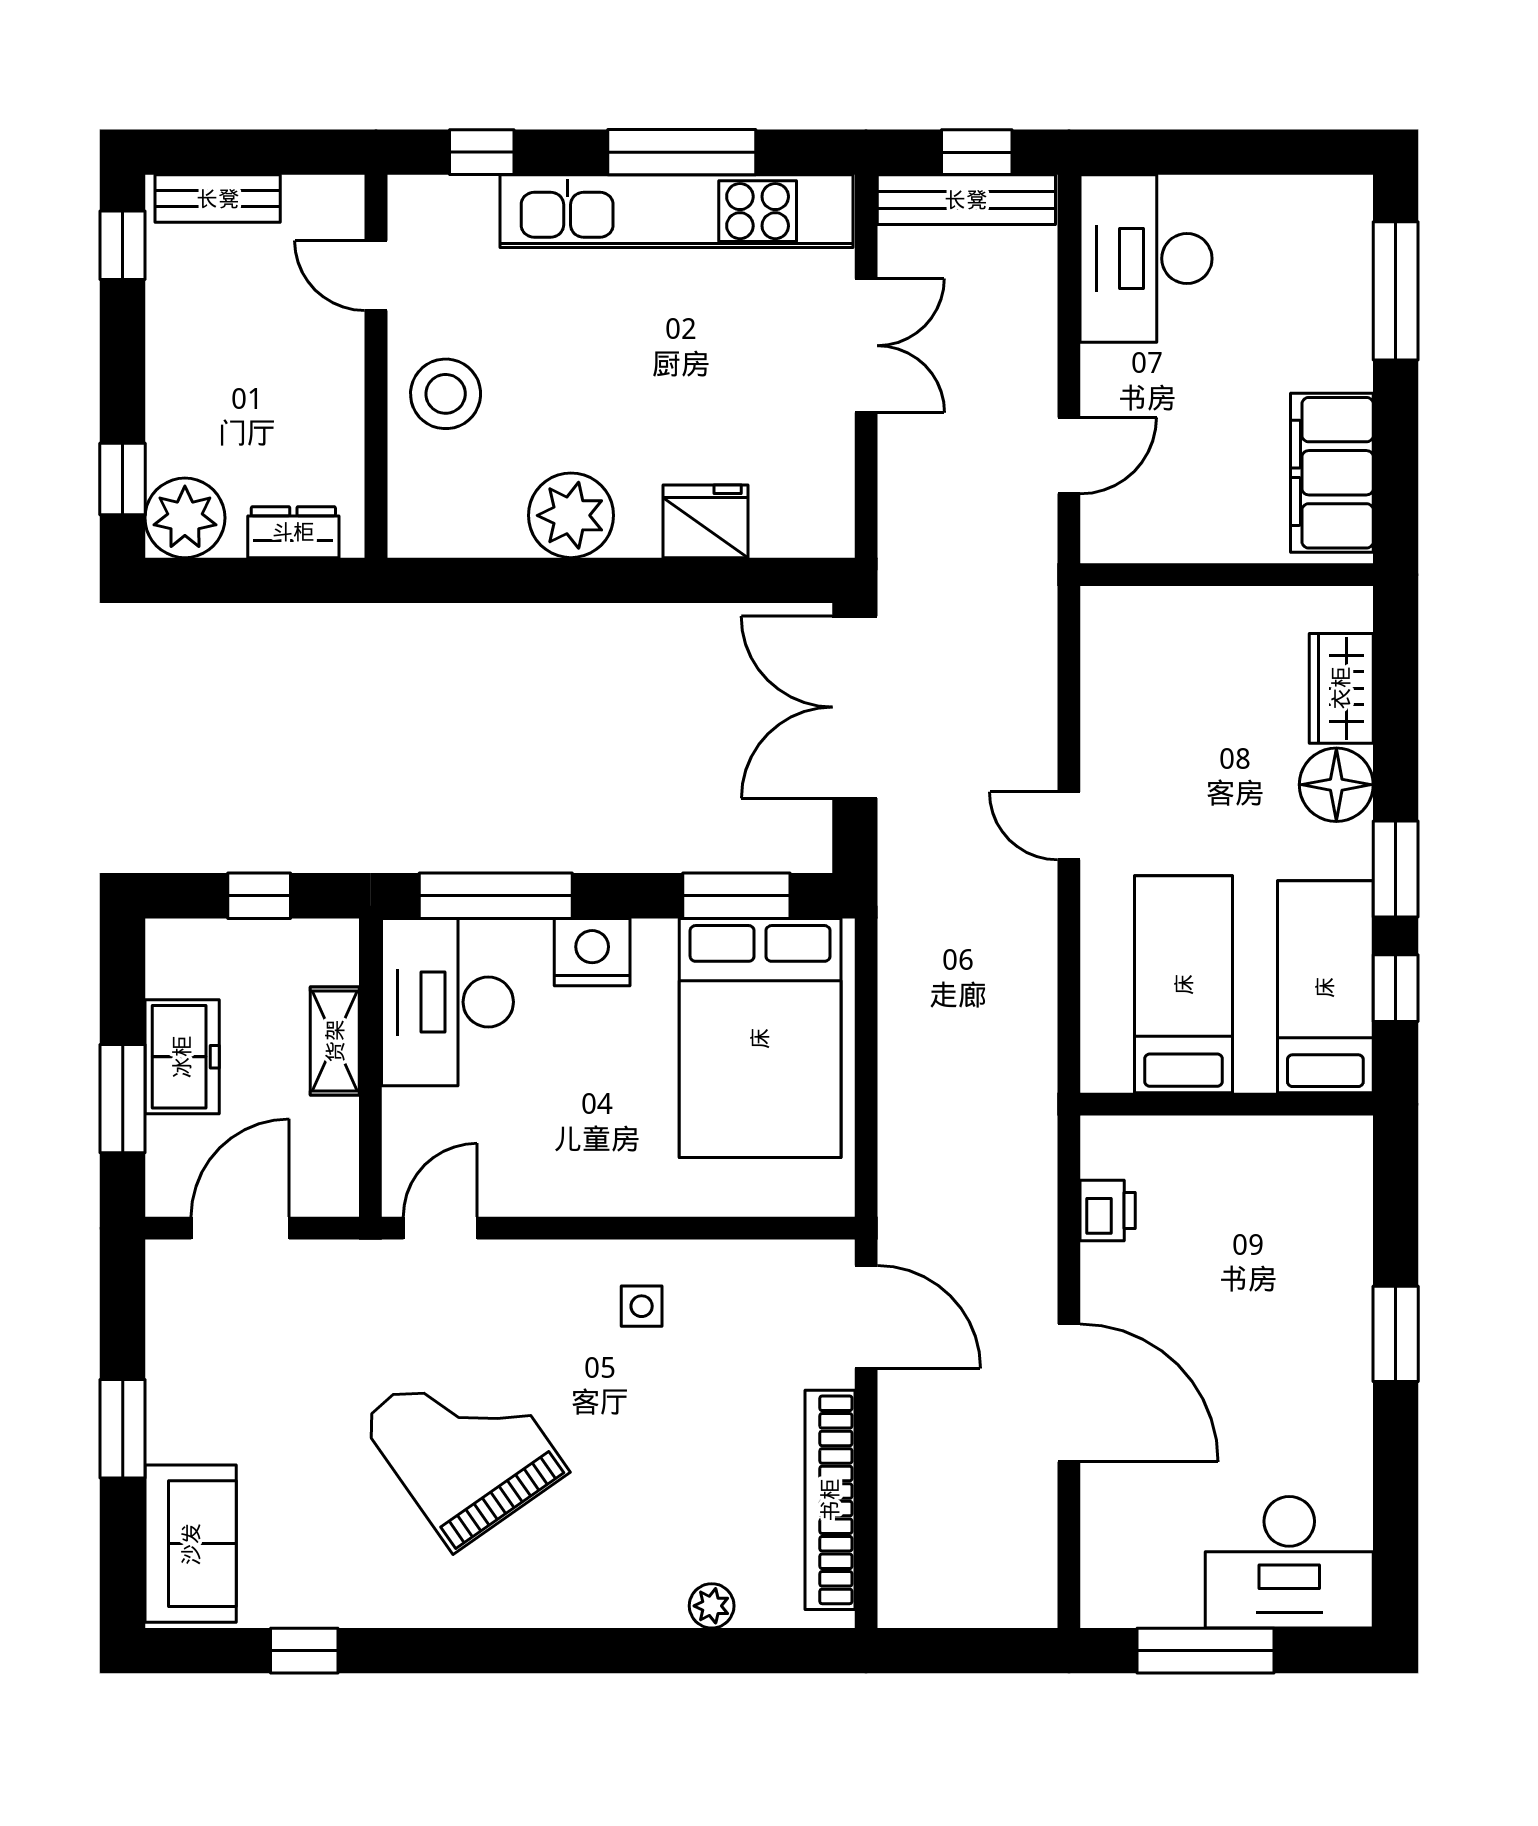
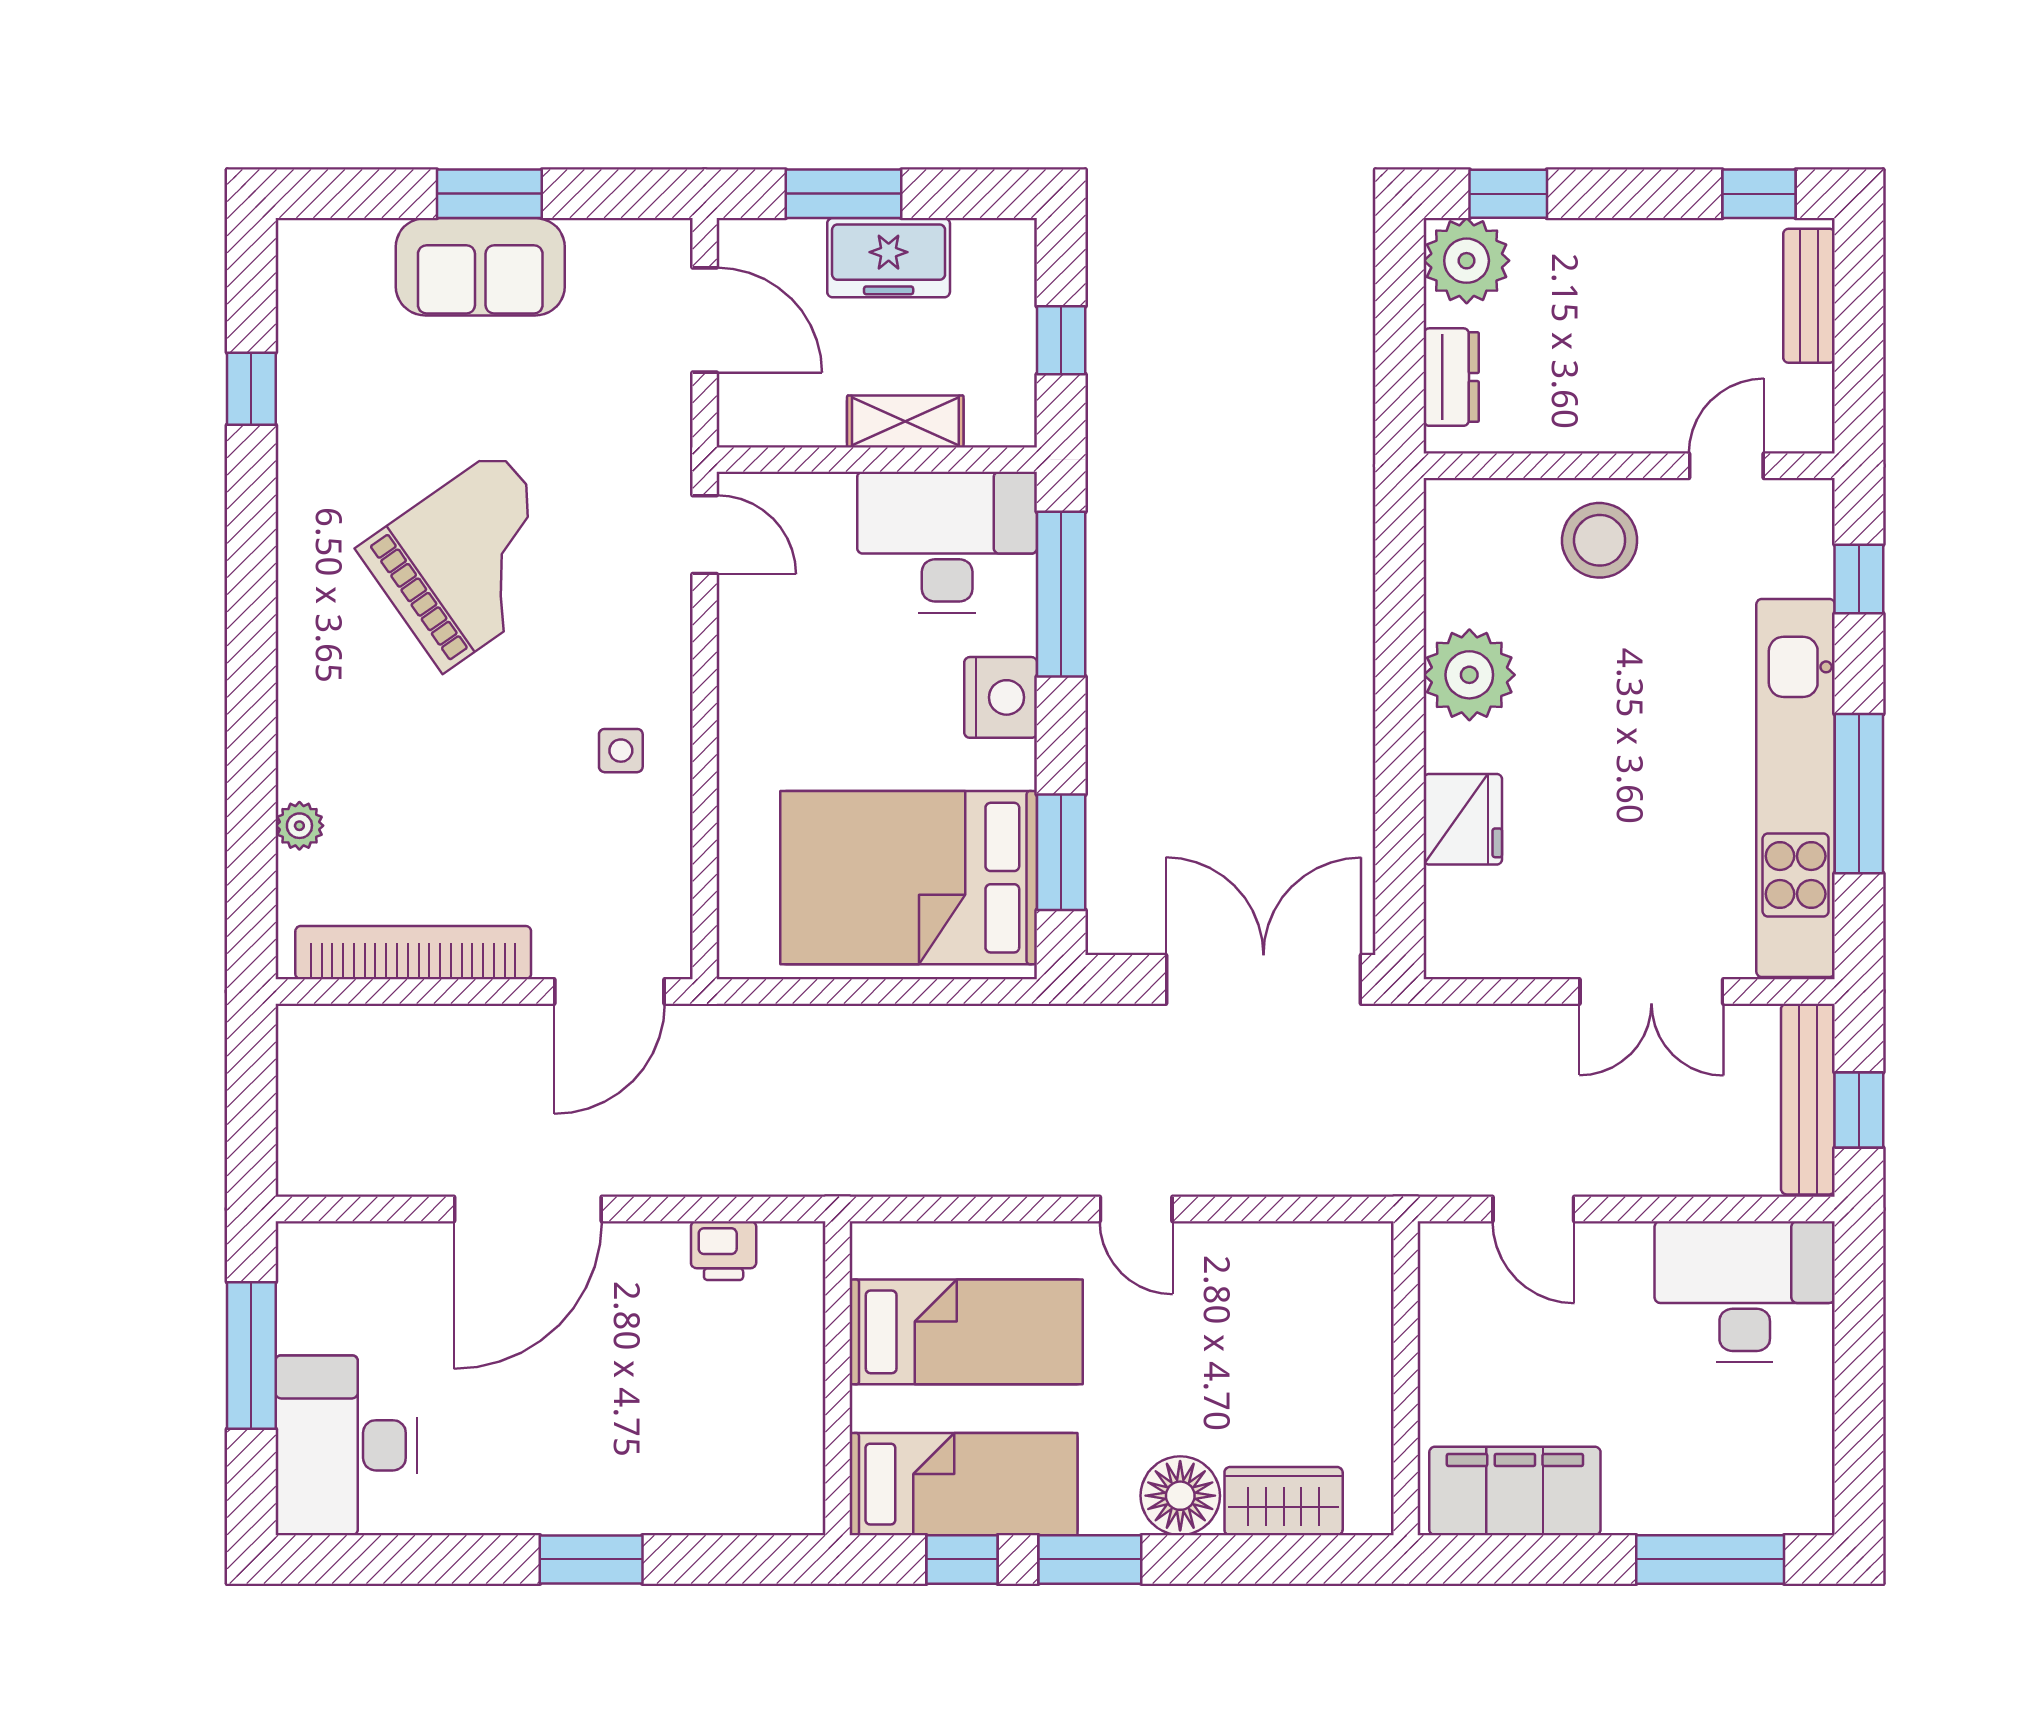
door: (1069, 826) -> (1136, 1209), swing flipped
sofa: (191, 1544) -> (480, 267), moved

